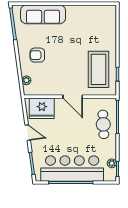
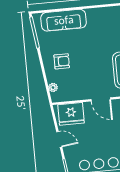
armchair: (37, 55) -> (62, 61), turned 180

